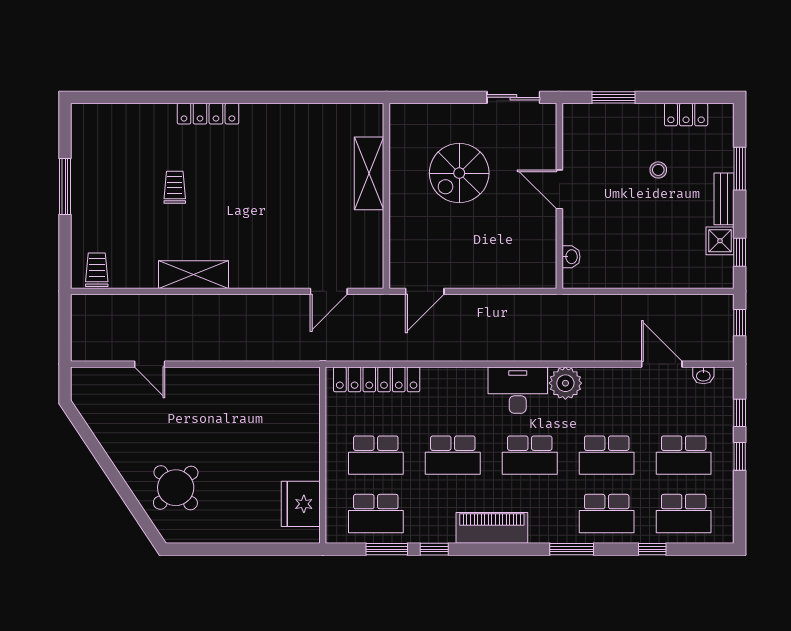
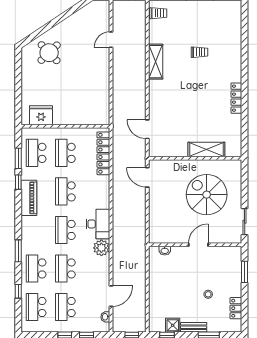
locker: (208, 114) -> (236, 98), moved
spiral stairs: (459, 173) -> (207, 195), width x1.37, depth x1.37
piano: (492, 528) -> (29, 198), moved

